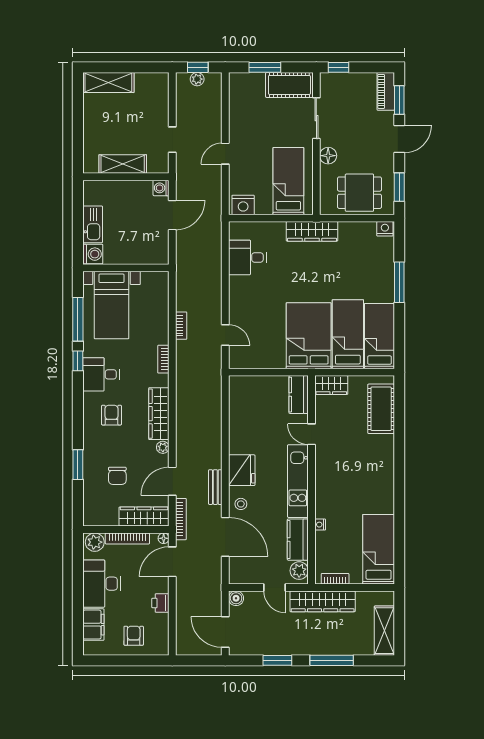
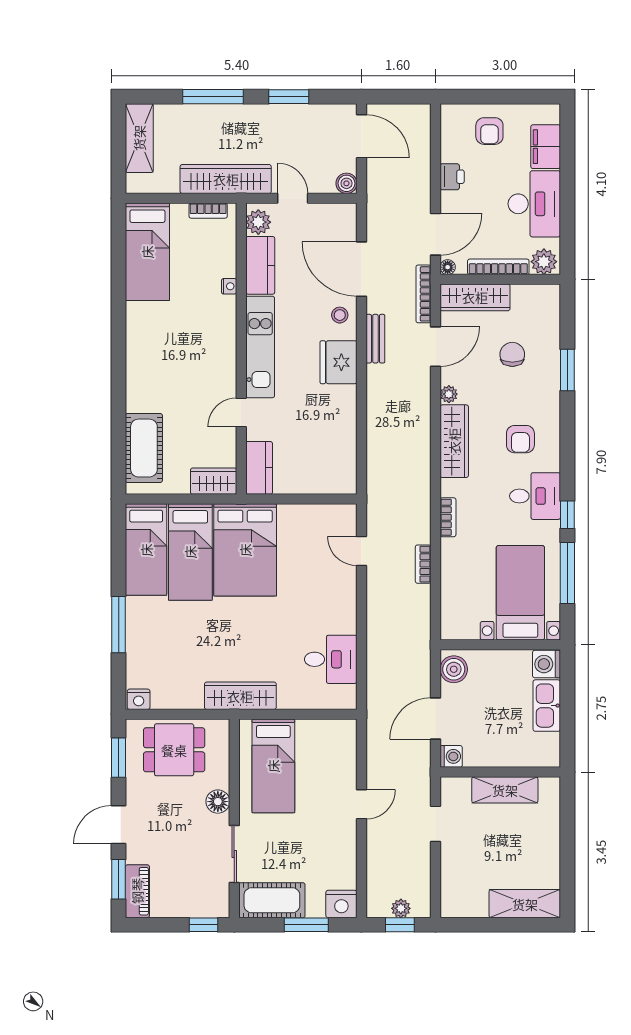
nightstand: (243, 205) -> (341, 904), moved, turned 180
boiler: (159, 250) -> (454, 669), added
door: (311, 434) -> (241, 412), swing flipped

